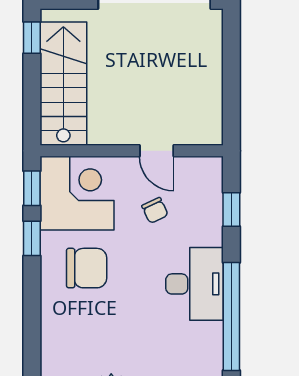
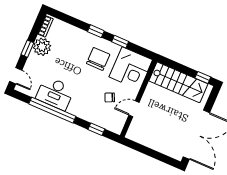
window: (32, 188) -> (96, 31), moved
chair: (87, 268) -> (98, 59), turned 180
desk: (195, 284) -> (55, 93), moved

